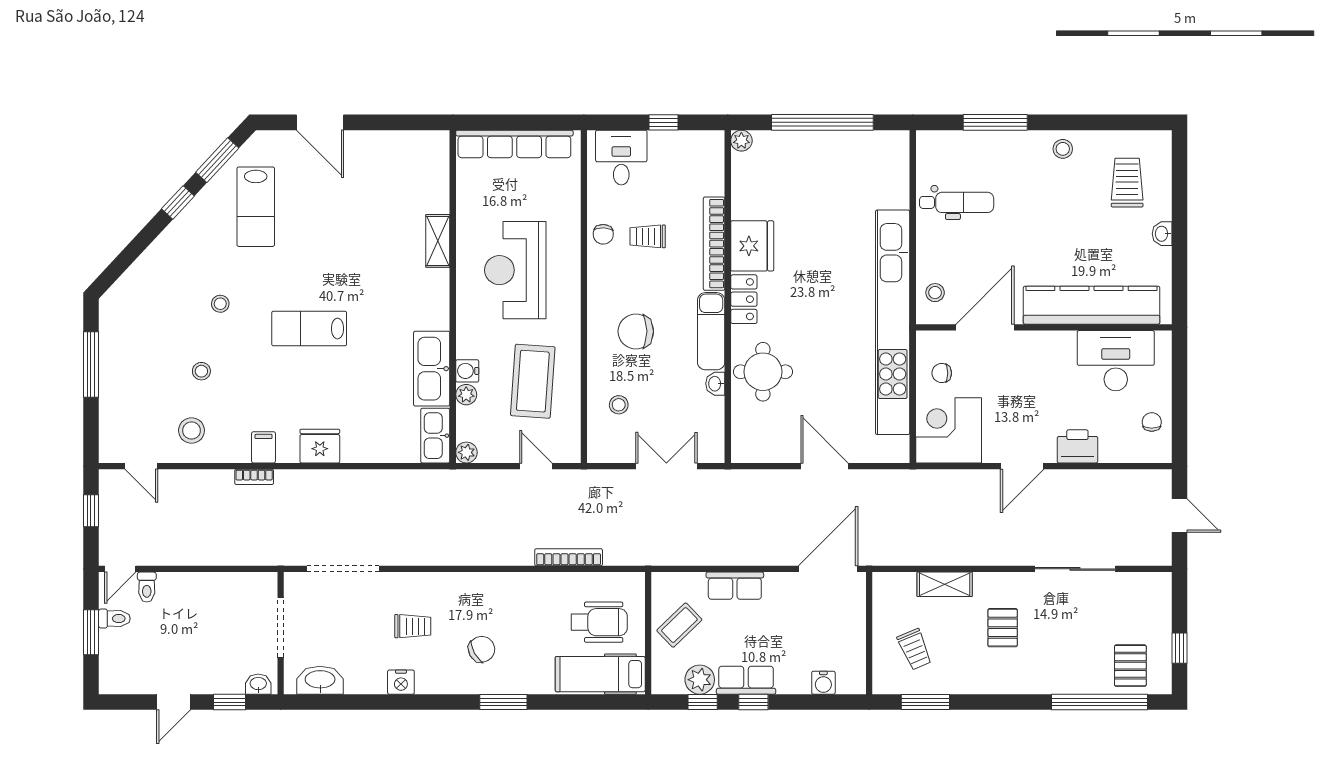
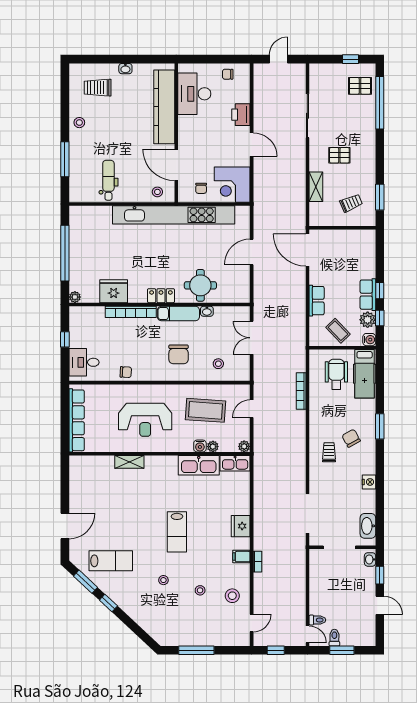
trolley: (648, 236) -> (127, 348), removed
fridge: (752, 246) -> (114, 291), moved
trolley: (413, 626) -> (329, 452), moved
water cooler: (823, 683) -> (369, 340), moved

